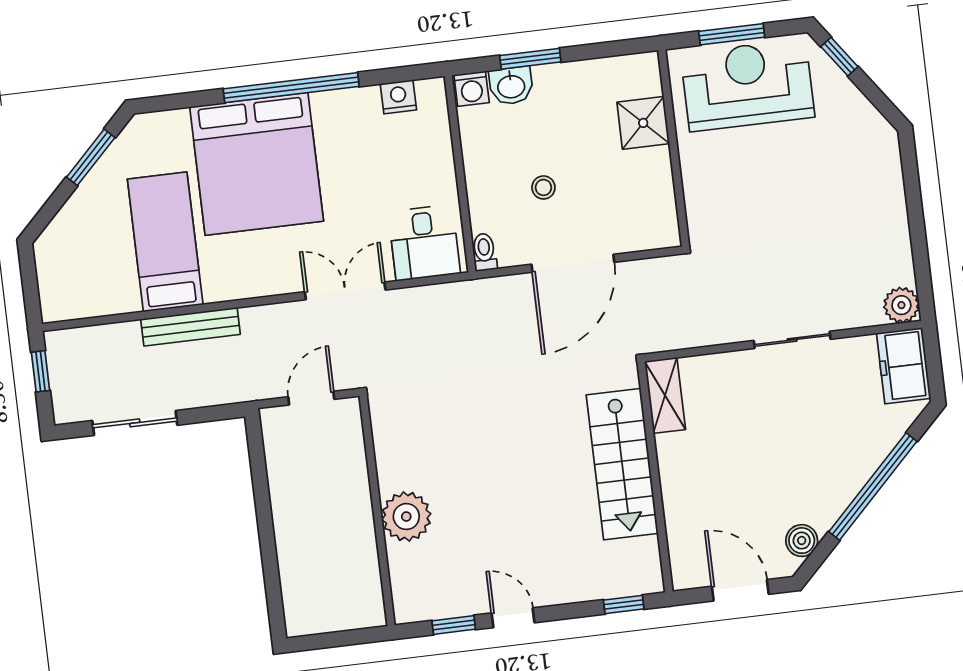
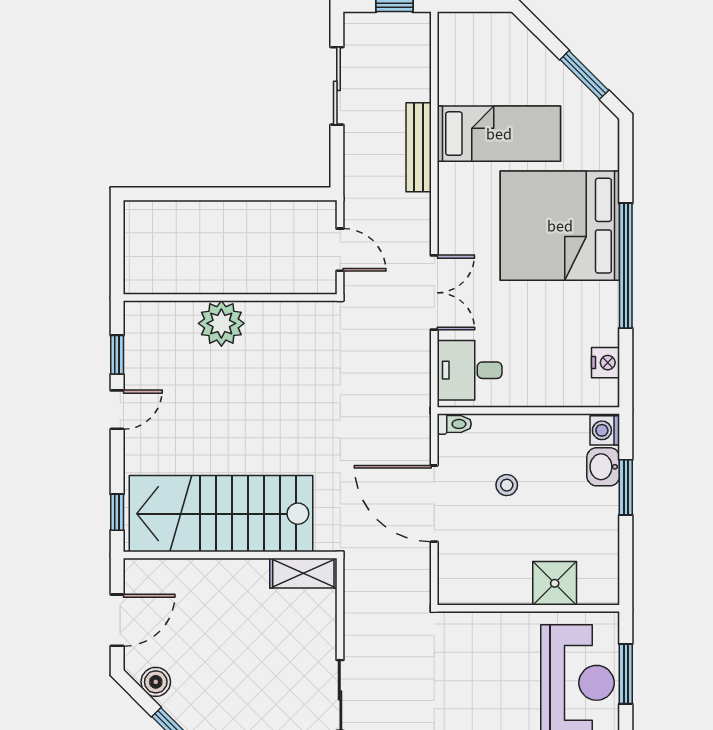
stairs: (622, 464) -> (221, 514), width x1.36, depth x1.51

